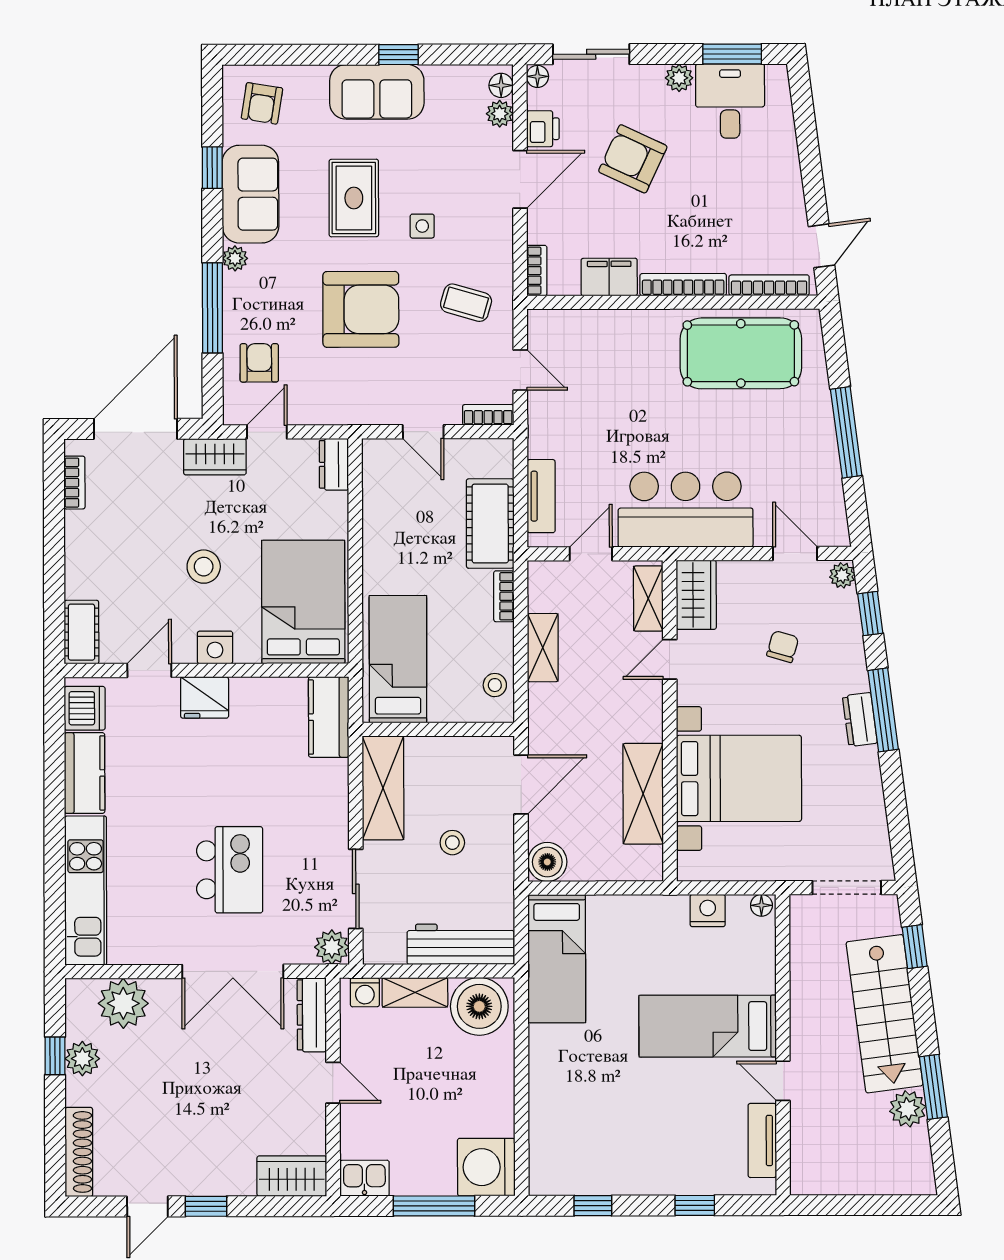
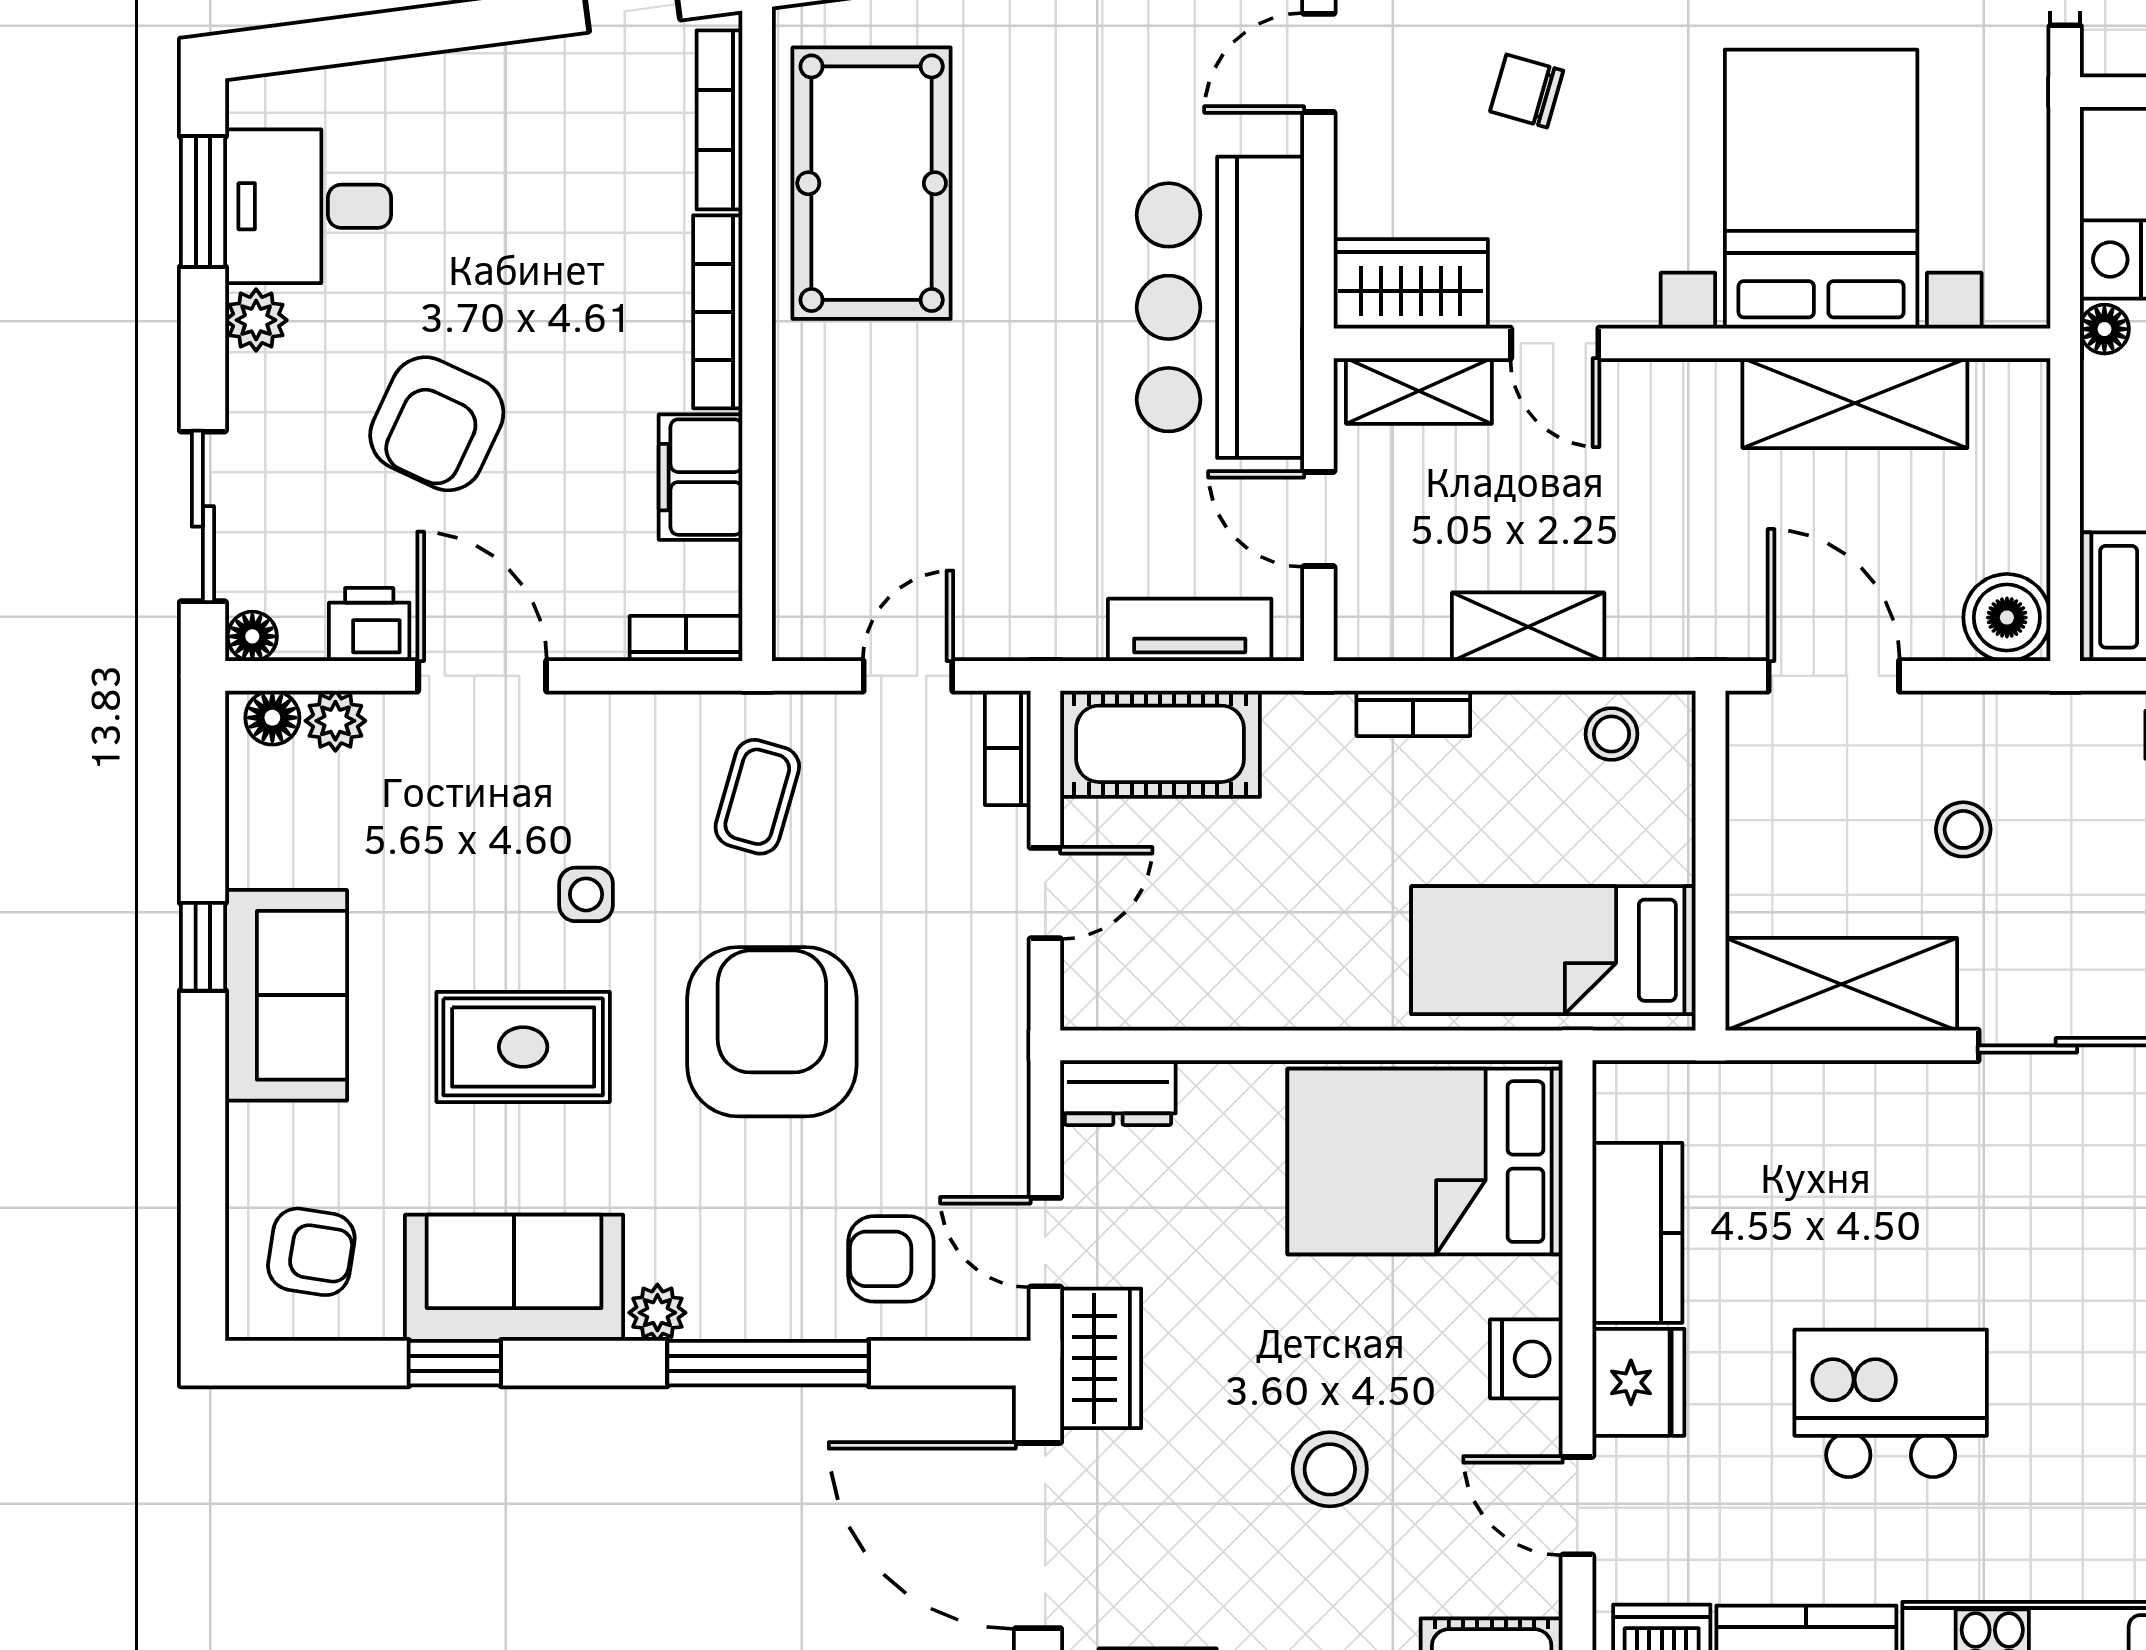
cot: (490, 524) -> (1160, 744), moved
stool: (204, 567) -> (1330, 1469), moved
kitchen counter: (329, 717) -> (1637, 1233), moved, turned -90
kitchen island: (230, 870) -> (1891, 1403), moved
floor lamp: (761, 905) -> (2104, 329), moved

